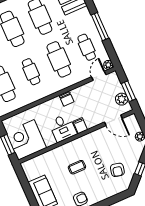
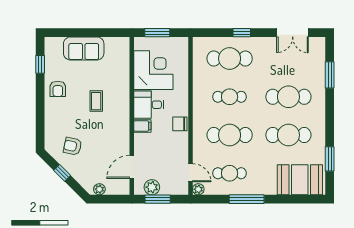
corner desk: (26, 140) -> (153, 70), moved

